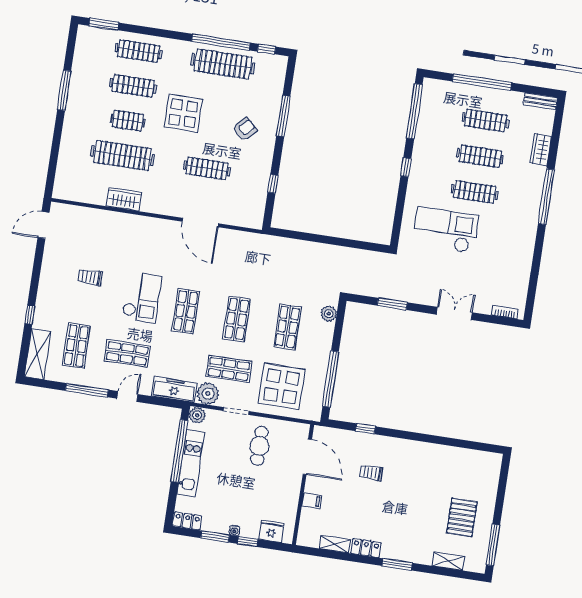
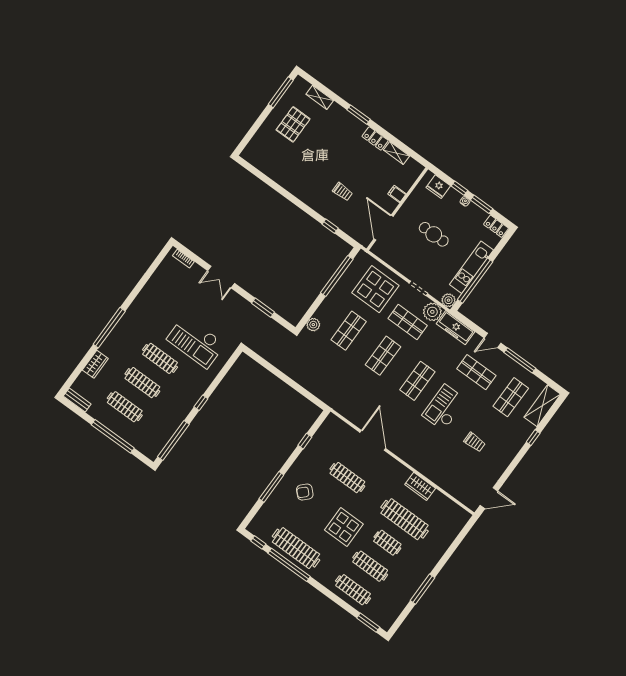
cafe table: (259, 446) -> (434, 234), moved, turned 90

